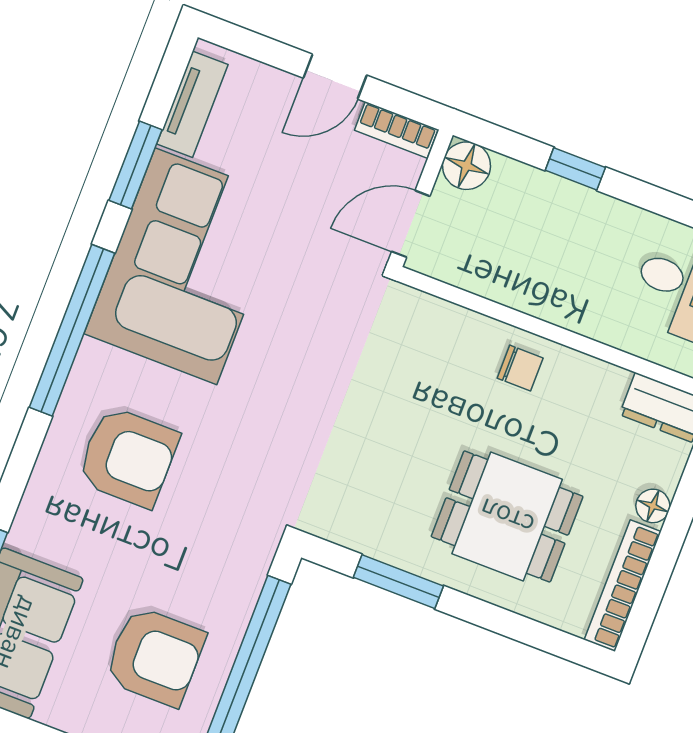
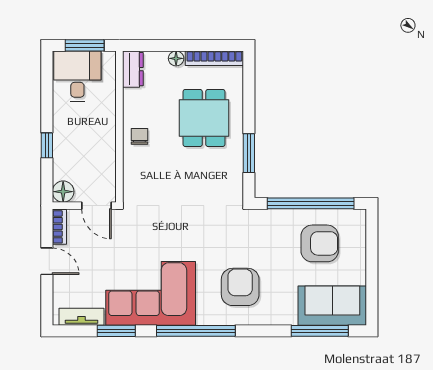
armchair: (155, 656) -> (320, 243), turned 90

